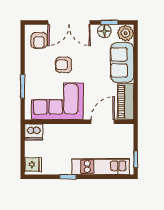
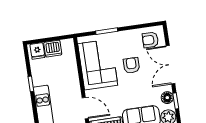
dishwasher: (34, 132) -> (53, 49), moved, turned -90

